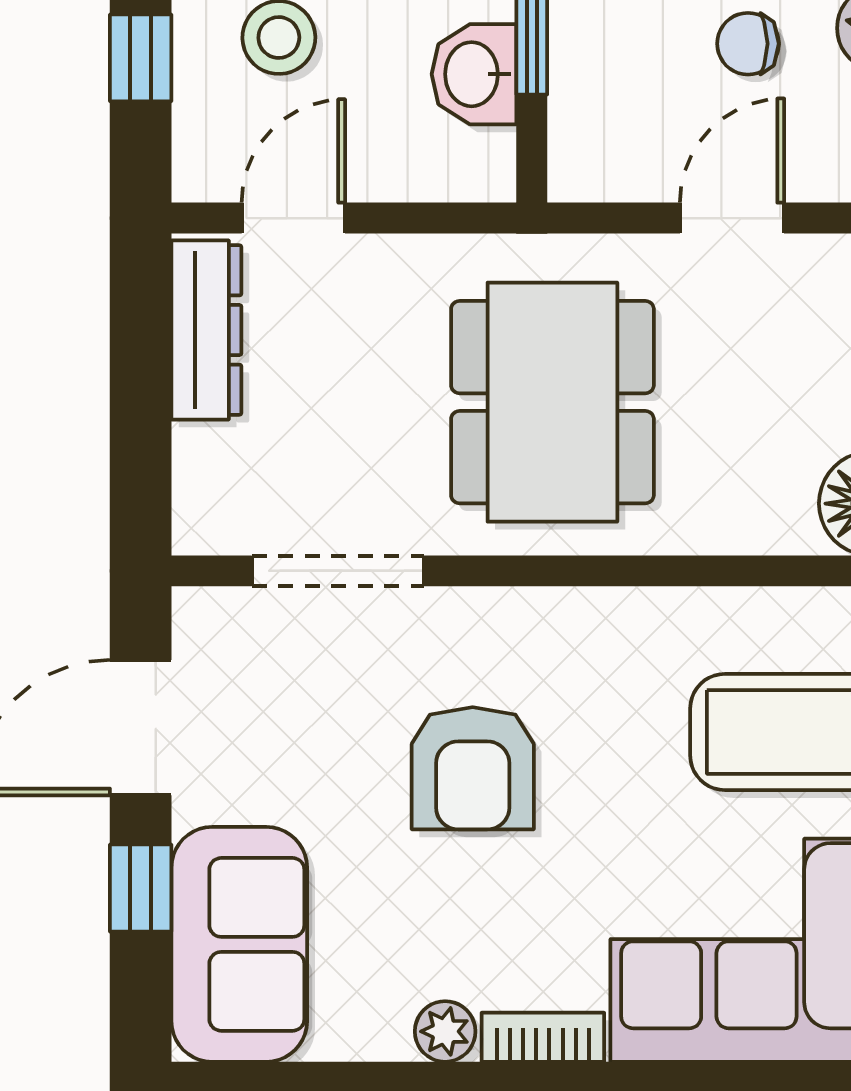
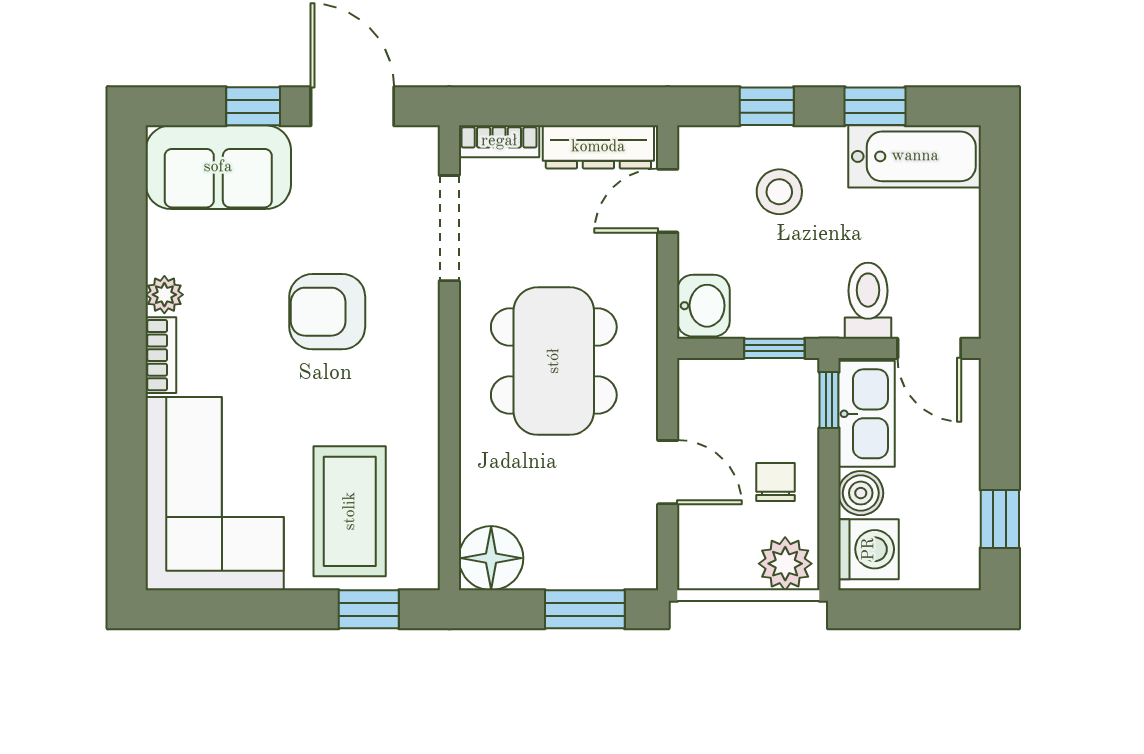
washbasin: (474, 74) -> (703, 306), moved, turned 90
door: (293, 218) -> (668, 201), swing flipped
dining table: (552, 402) -> (554, 361), turned 90
bookcase: (197, 491) -> (499, 141), added

